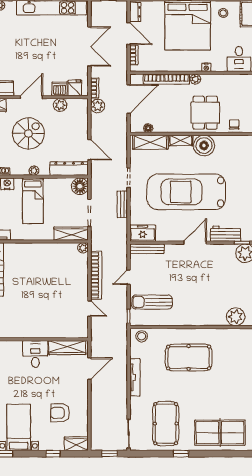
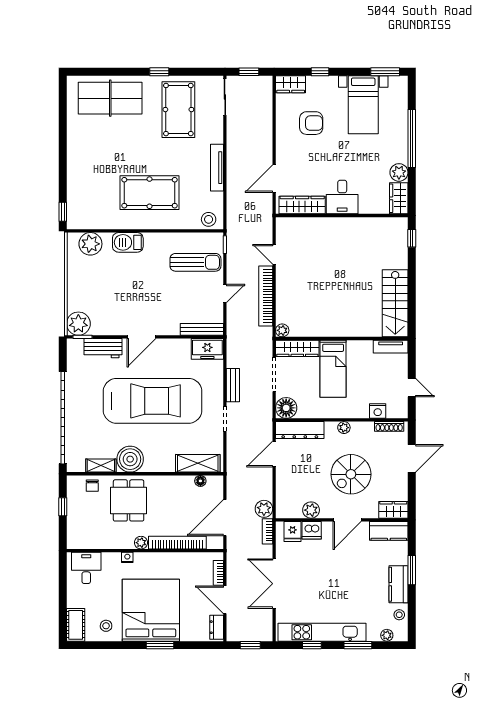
shelving: (181, 140) -> (101, 465), moved
door: (89, 150) -> (274, 454), hinge flipped
bed: (33, 201) -> (333, 369), moved, turned 180
barbecue: (206, 318) -> (128, 242), added

